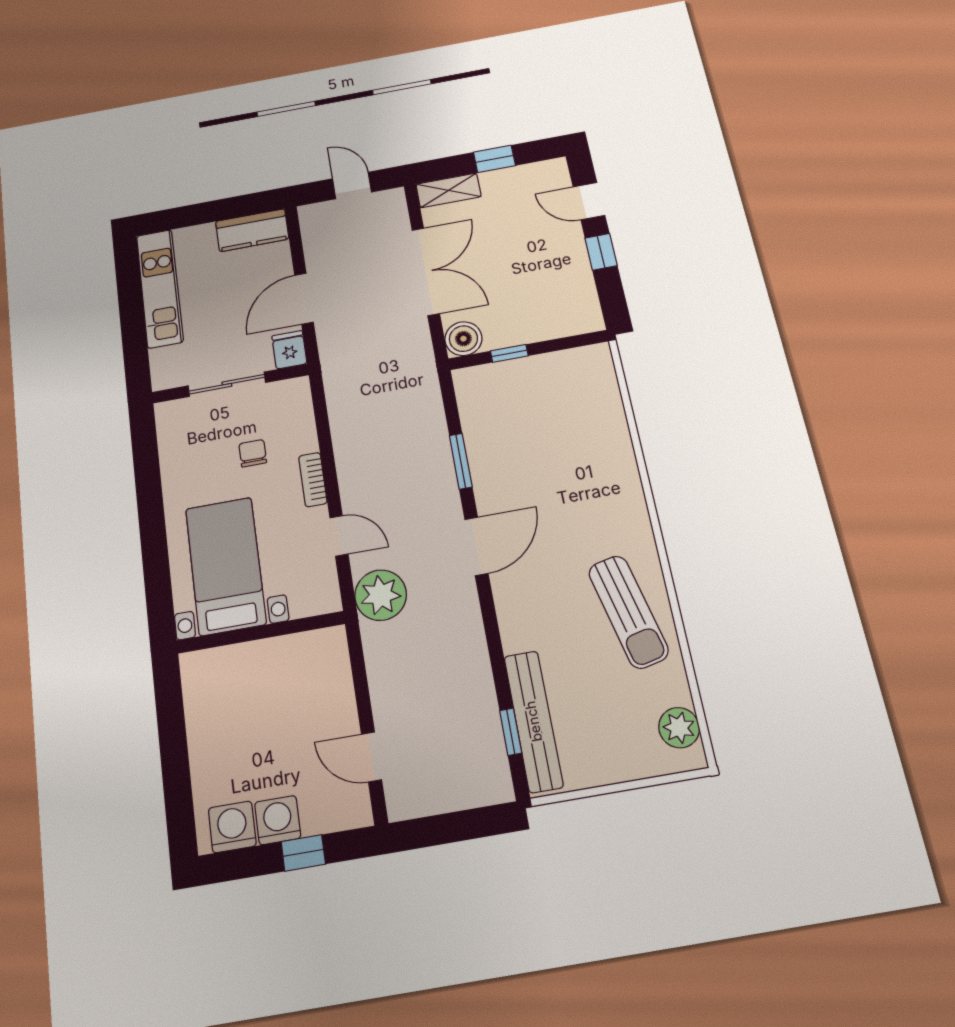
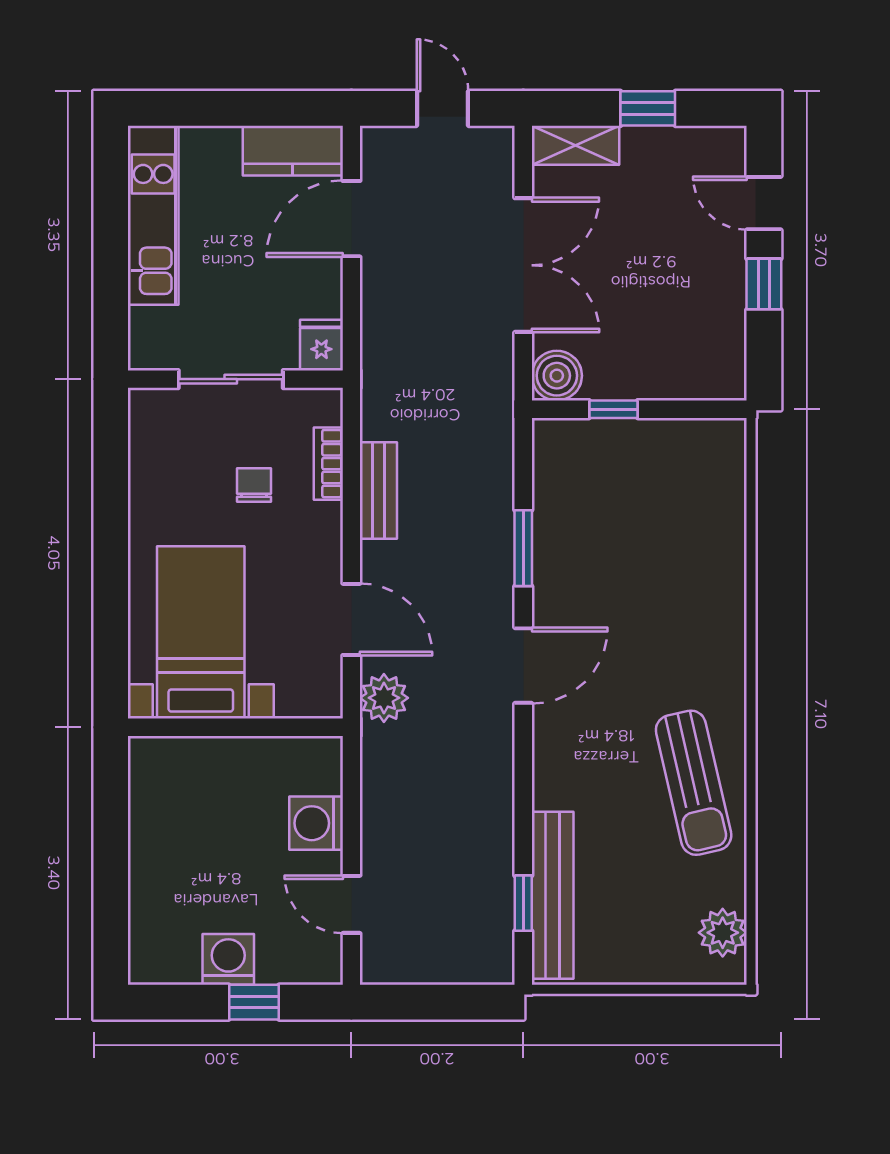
door: (304, 299) -> (351, 219), moved
bench: (345, 440) -> (378, 490), added
bookcase: (313, 480) -> (328, 464), moved
door: (339, 536) -> (351, 619), width x1.38
plant: (381, 595) -> (384, 698), width x0.73, depth x0.73
washing machine: (232, 827) -> (316, 823), moved, turned -90

